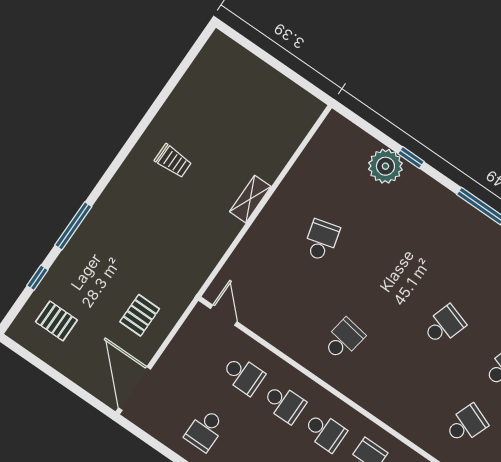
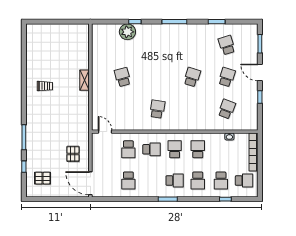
school desk: (243, 375) -> (128, 149), turned 90
school desk: (325, 432) -> (175, 149), turned -90

